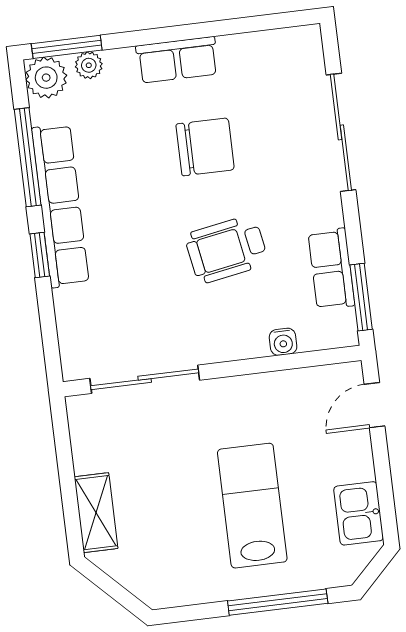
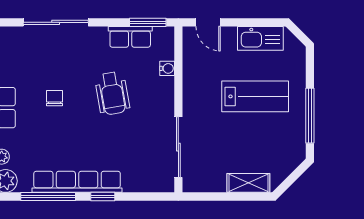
chair: (205, 147) -> (54, 98), width x0.54, depth x0.54
lab bench: (252, 506) -> (255, 96), turned 180
kitchen sink: (359, 513) -> (260, 38), width x1.38
window: (278, 602) -> (310, 116), moved

